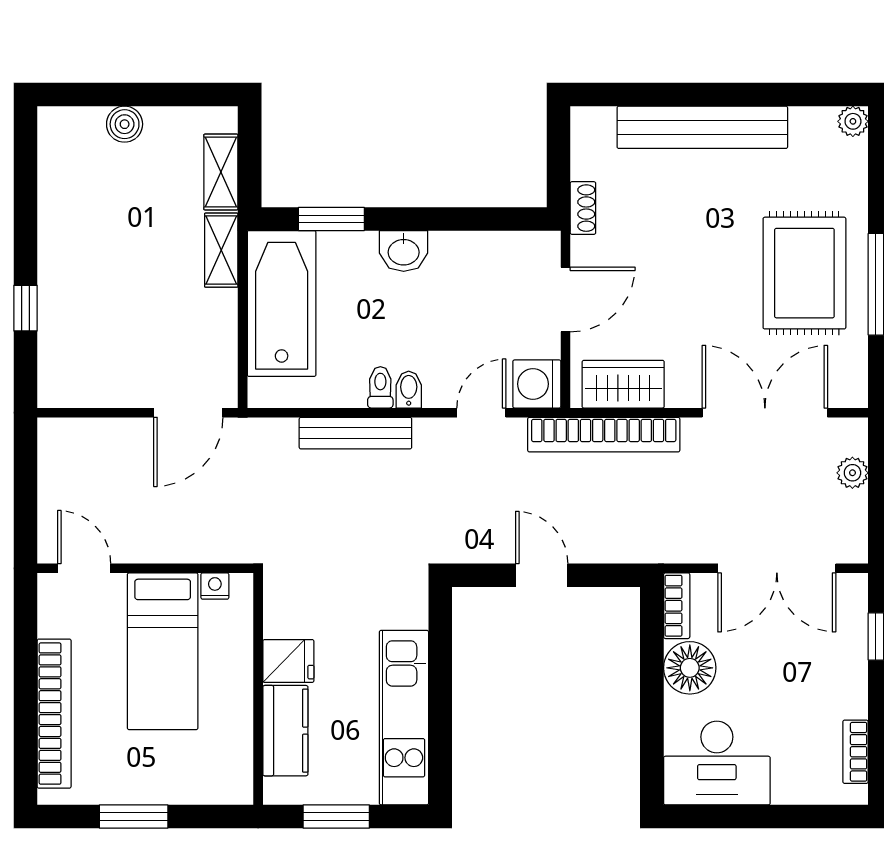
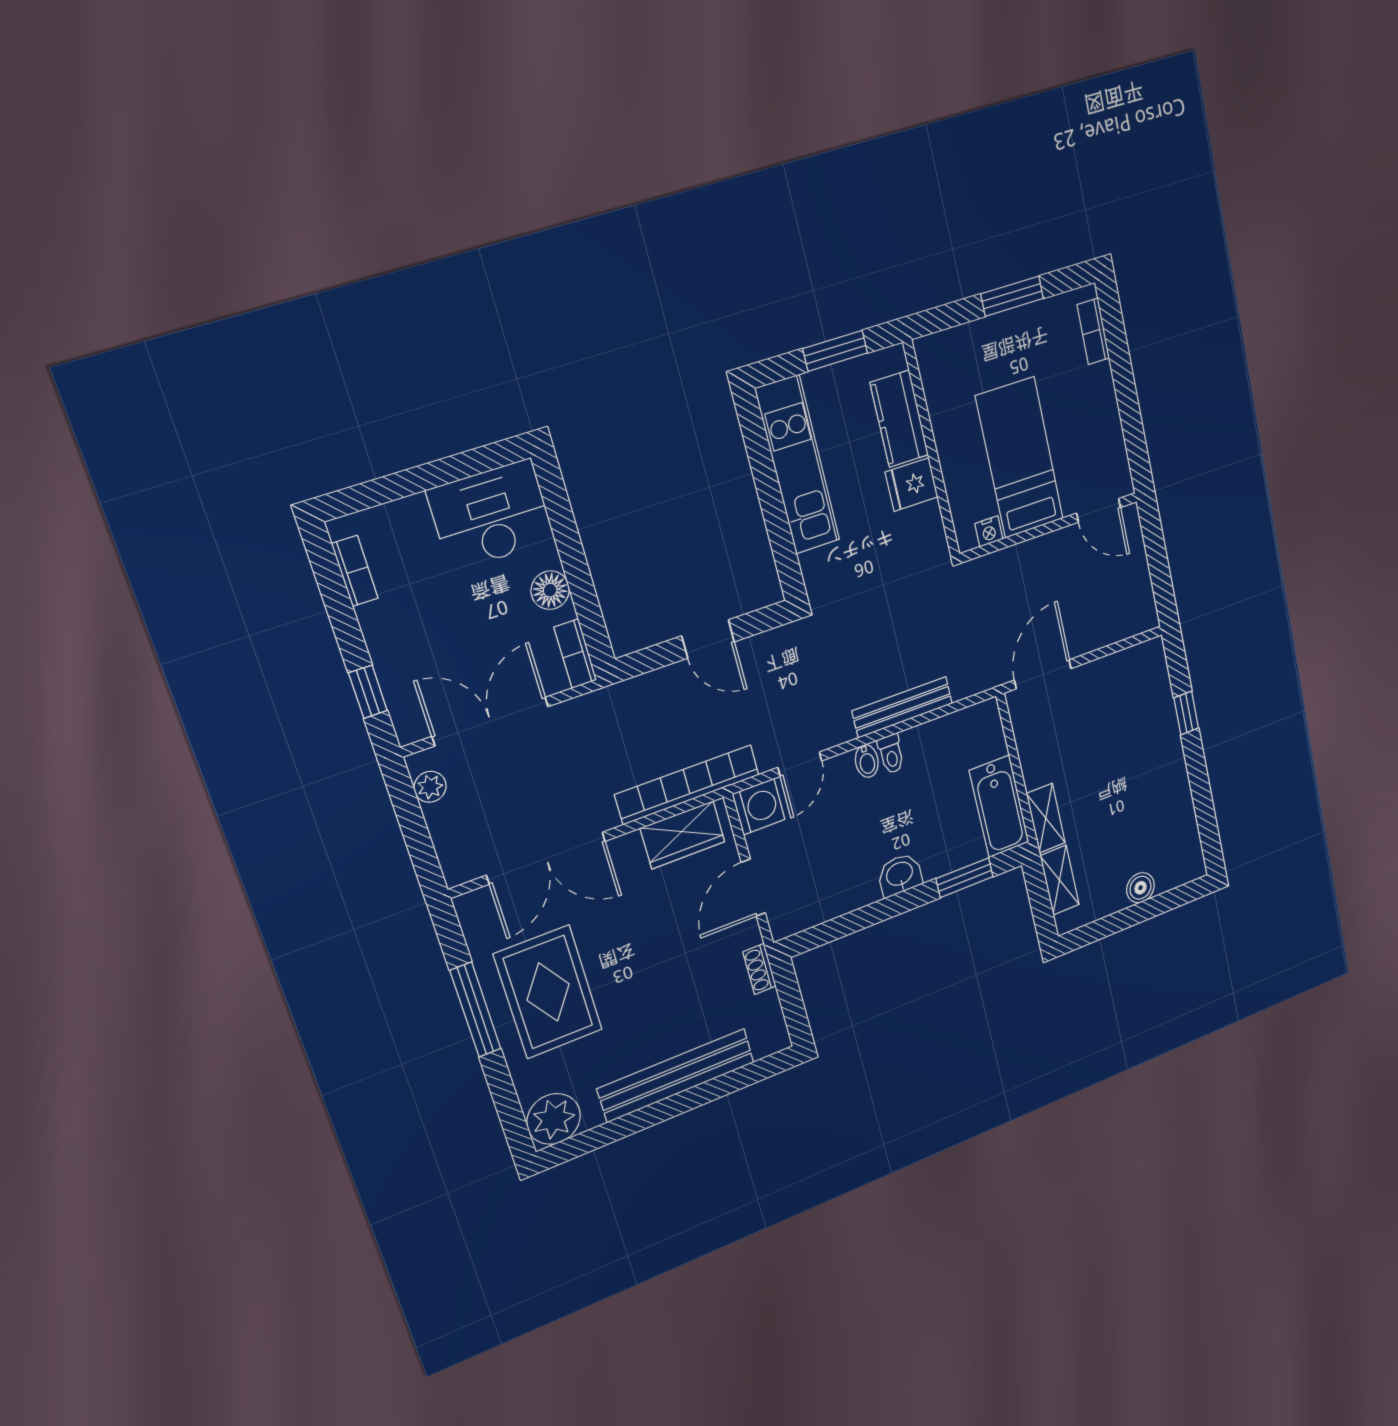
plant: (853, 121) -> (554, 1119), width x1.87, depth x1.87
bathtub: (282, 303) -> (999, 806), width x0.73, depth x0.73
plant: (852, 473) -> (430, 787), moved
floor lamp: (690, 668) -> (550, 590), width x0.73, depth x0.73
bookcase: (54, 714) -> (1093, 331), width x0.43, depth x0.76

